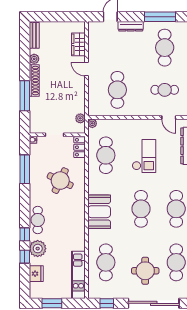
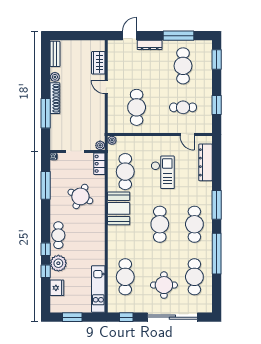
plant: (80, 118) -> (100, 145), moved
booth: (99, 212) -> (119, 208), moved

